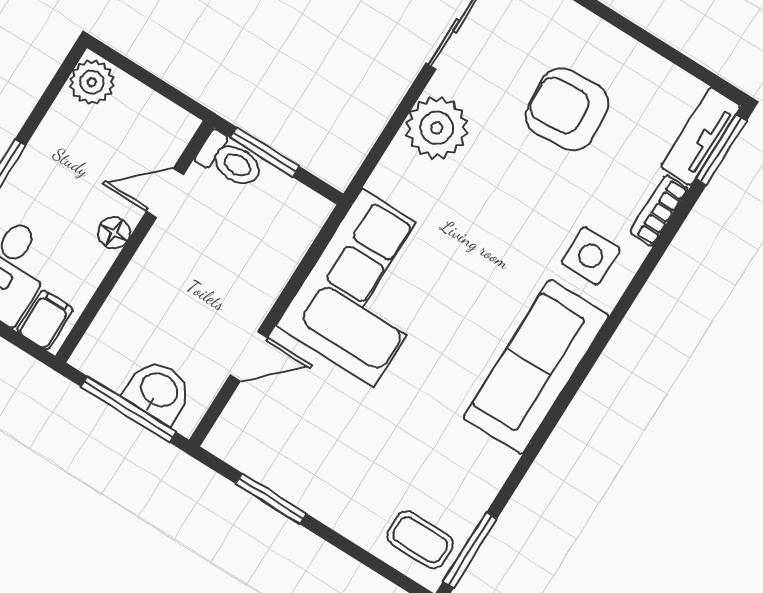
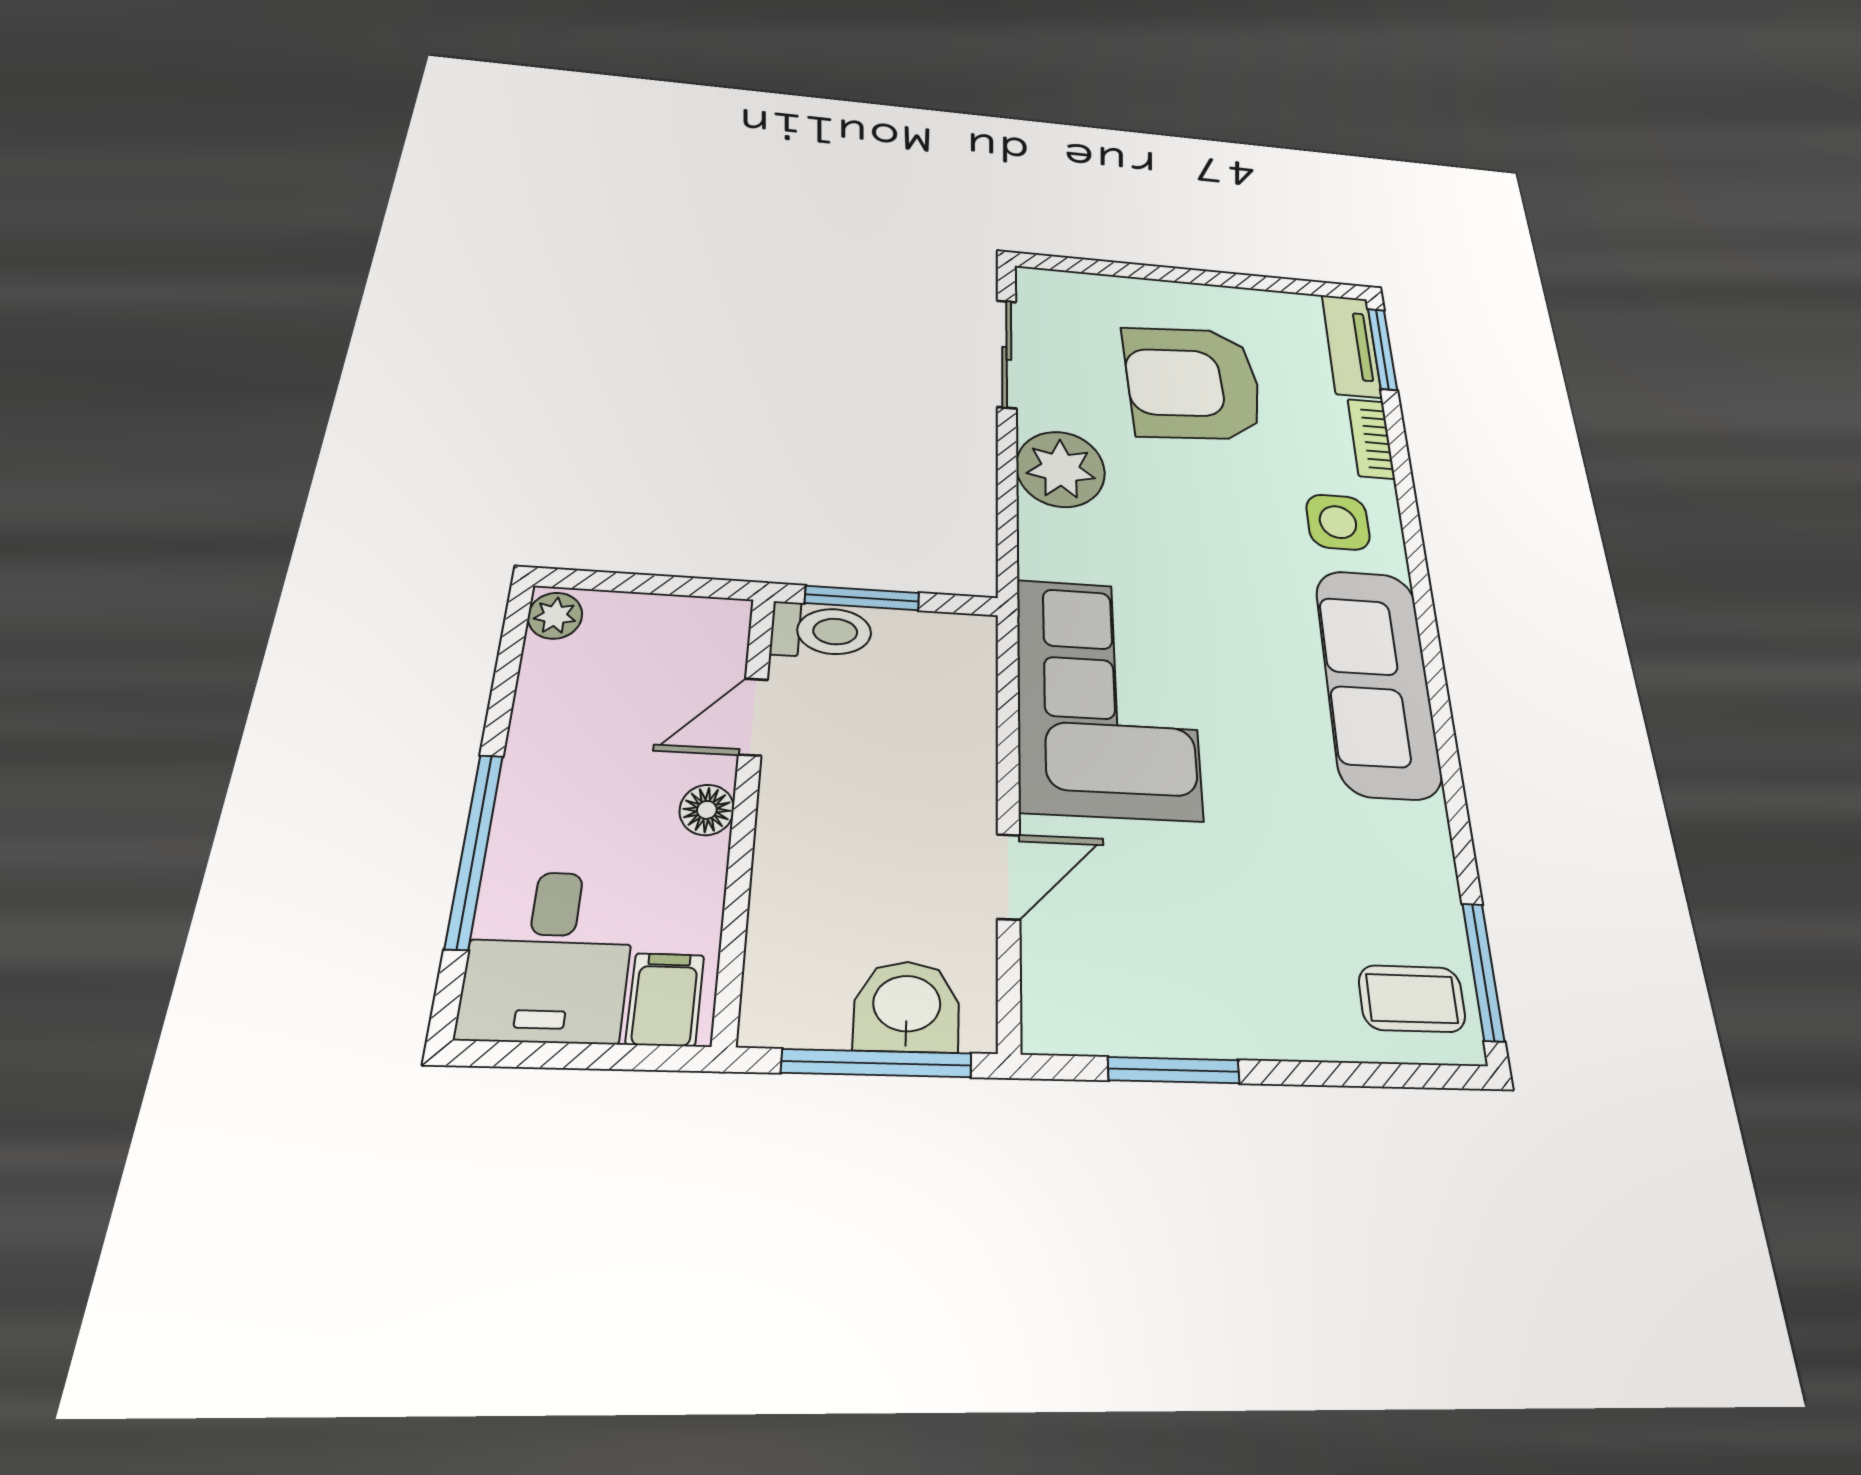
plant: (92, 82) -> (555, 616), width x0.73, depth x0.73
armchair: (567, 109) -> (1193, 383), width x1.36, depth x1.36

